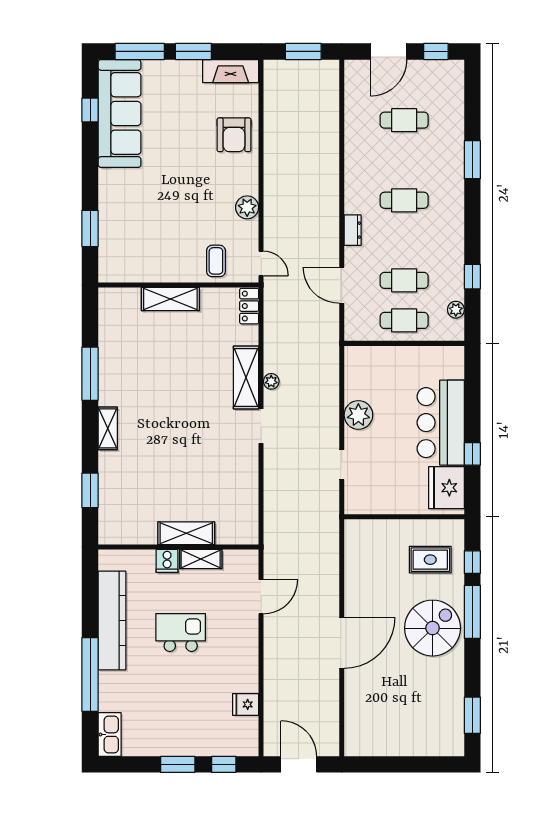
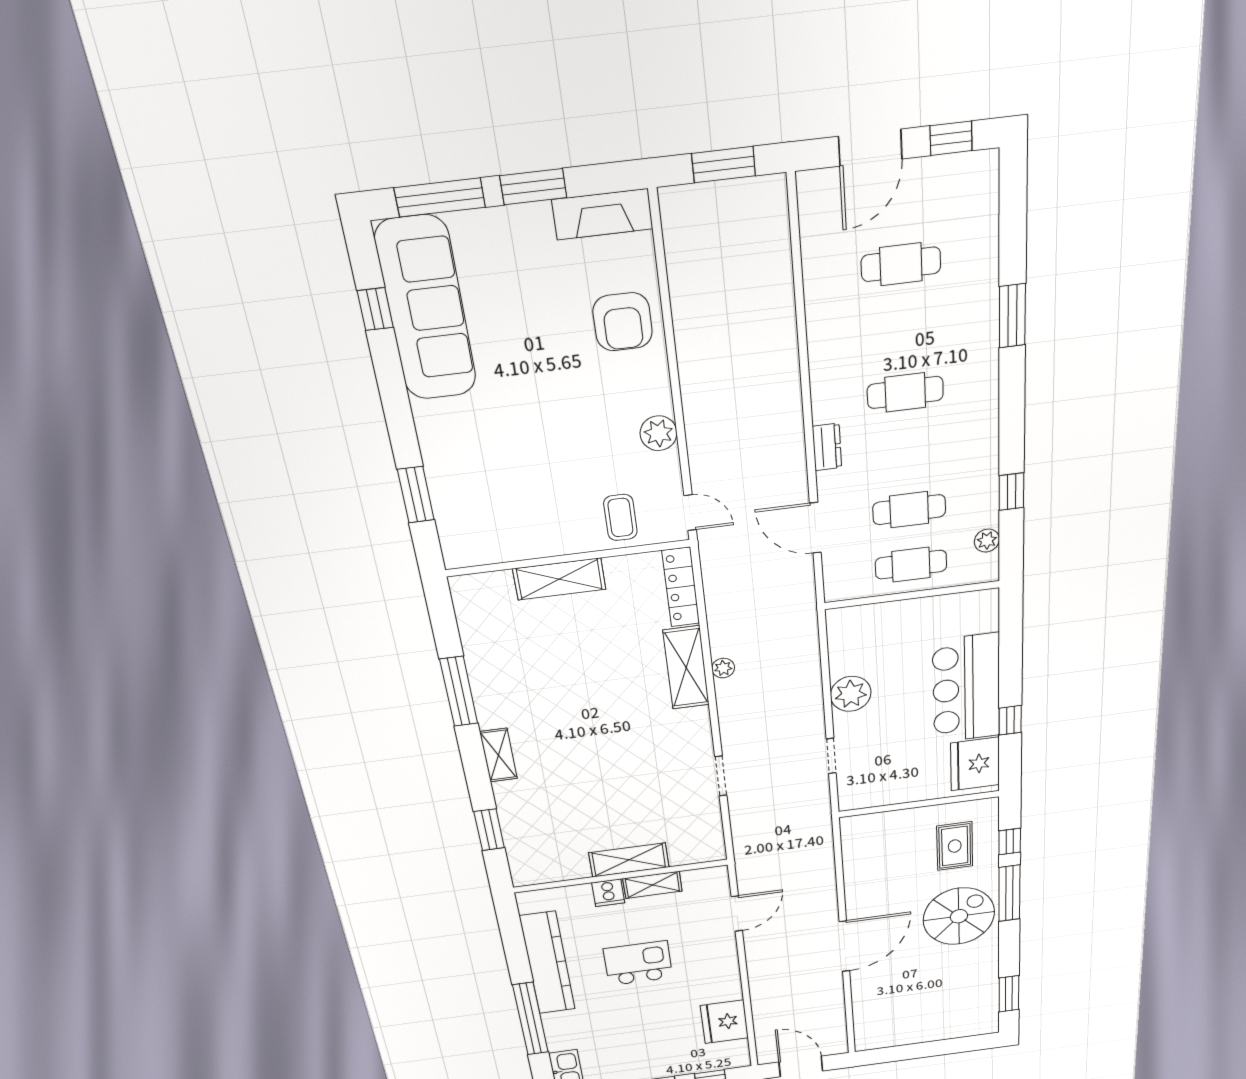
locker: (249, 306) -> (681, 587), width x1.53
doorway: (261, 426) -> (721, 776), moved
rug: (430, 560) -> (955, 846), turned 90
fridge: (246, 704) -> (724, 1022), width x1.88, depth x1.34

